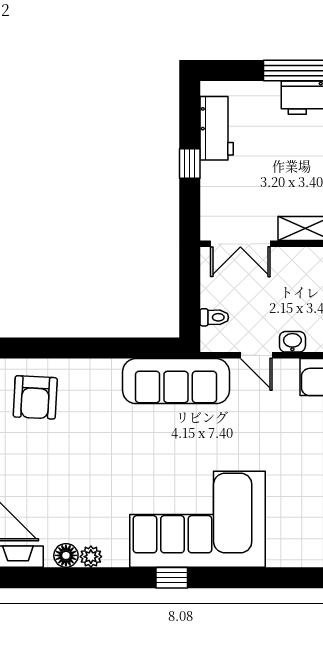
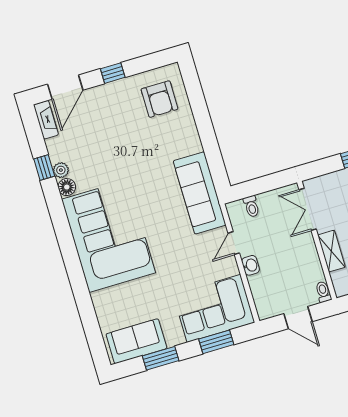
armchair: (35, 397) -> (159, 99), turned -93
floor lamp: (66, 555) -> (67, 187), moved
window: (172, 578) -> (44, 167), moved

